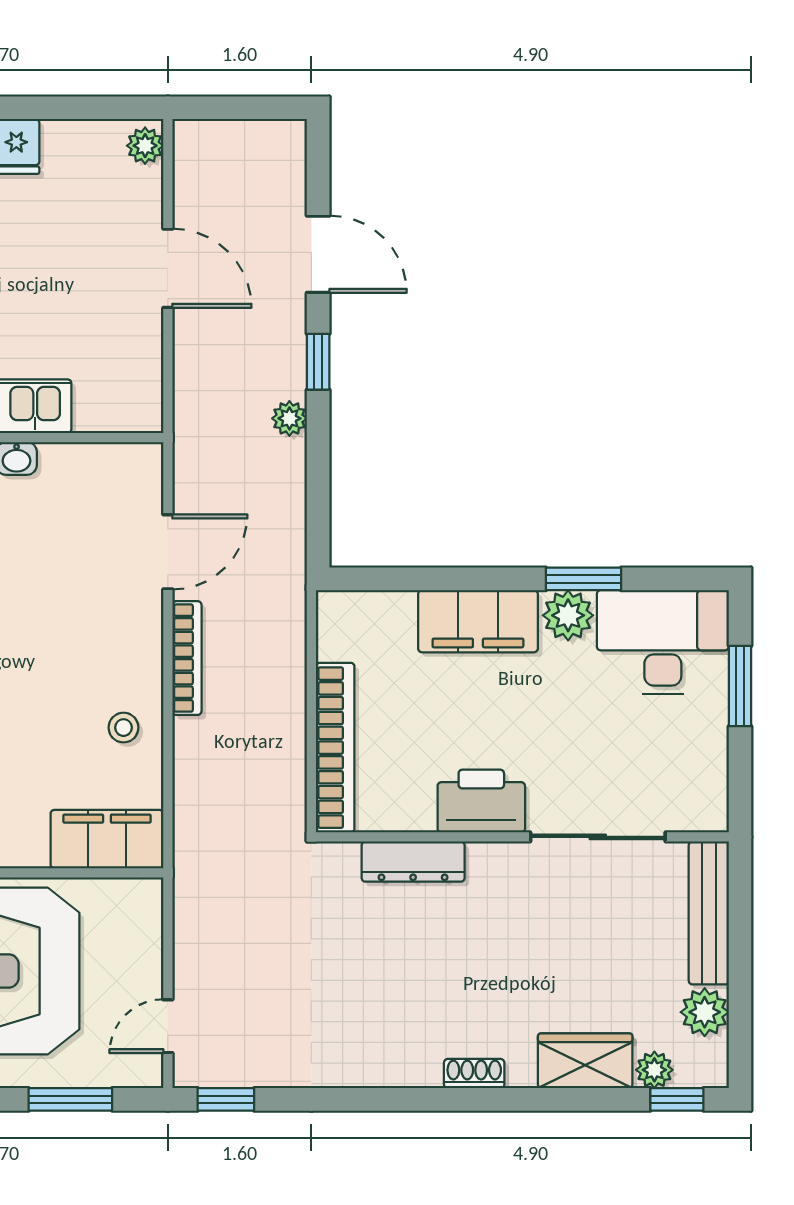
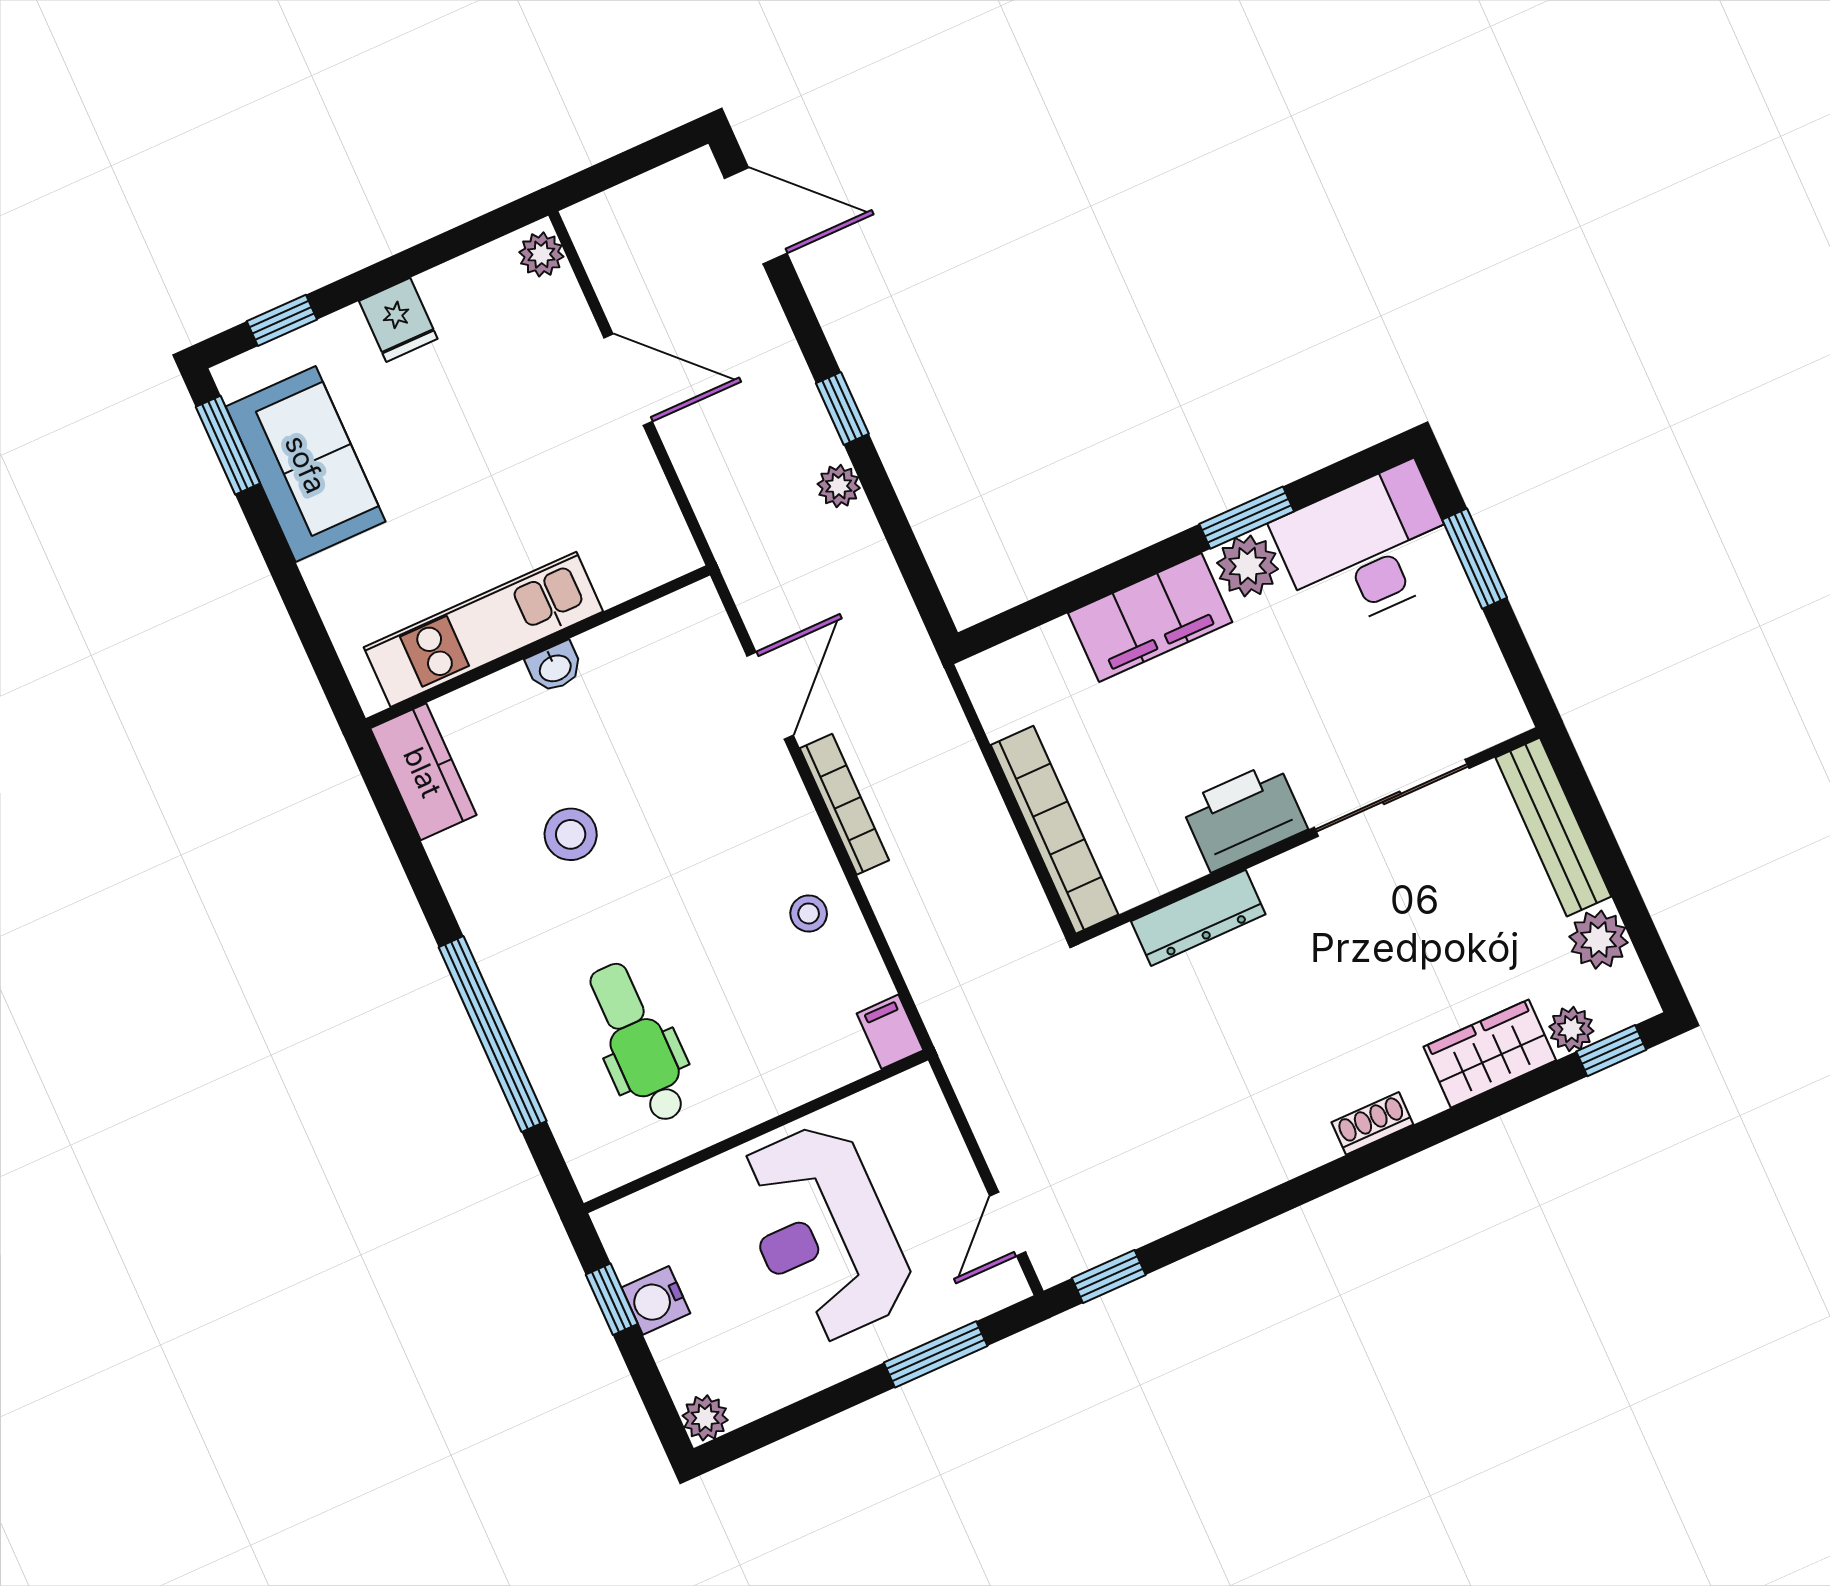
door: (318, 254) -> (756, 216), moved
filing cabinet: (107, 839) -> (890, 1032), width x0.33, depth x0.86

